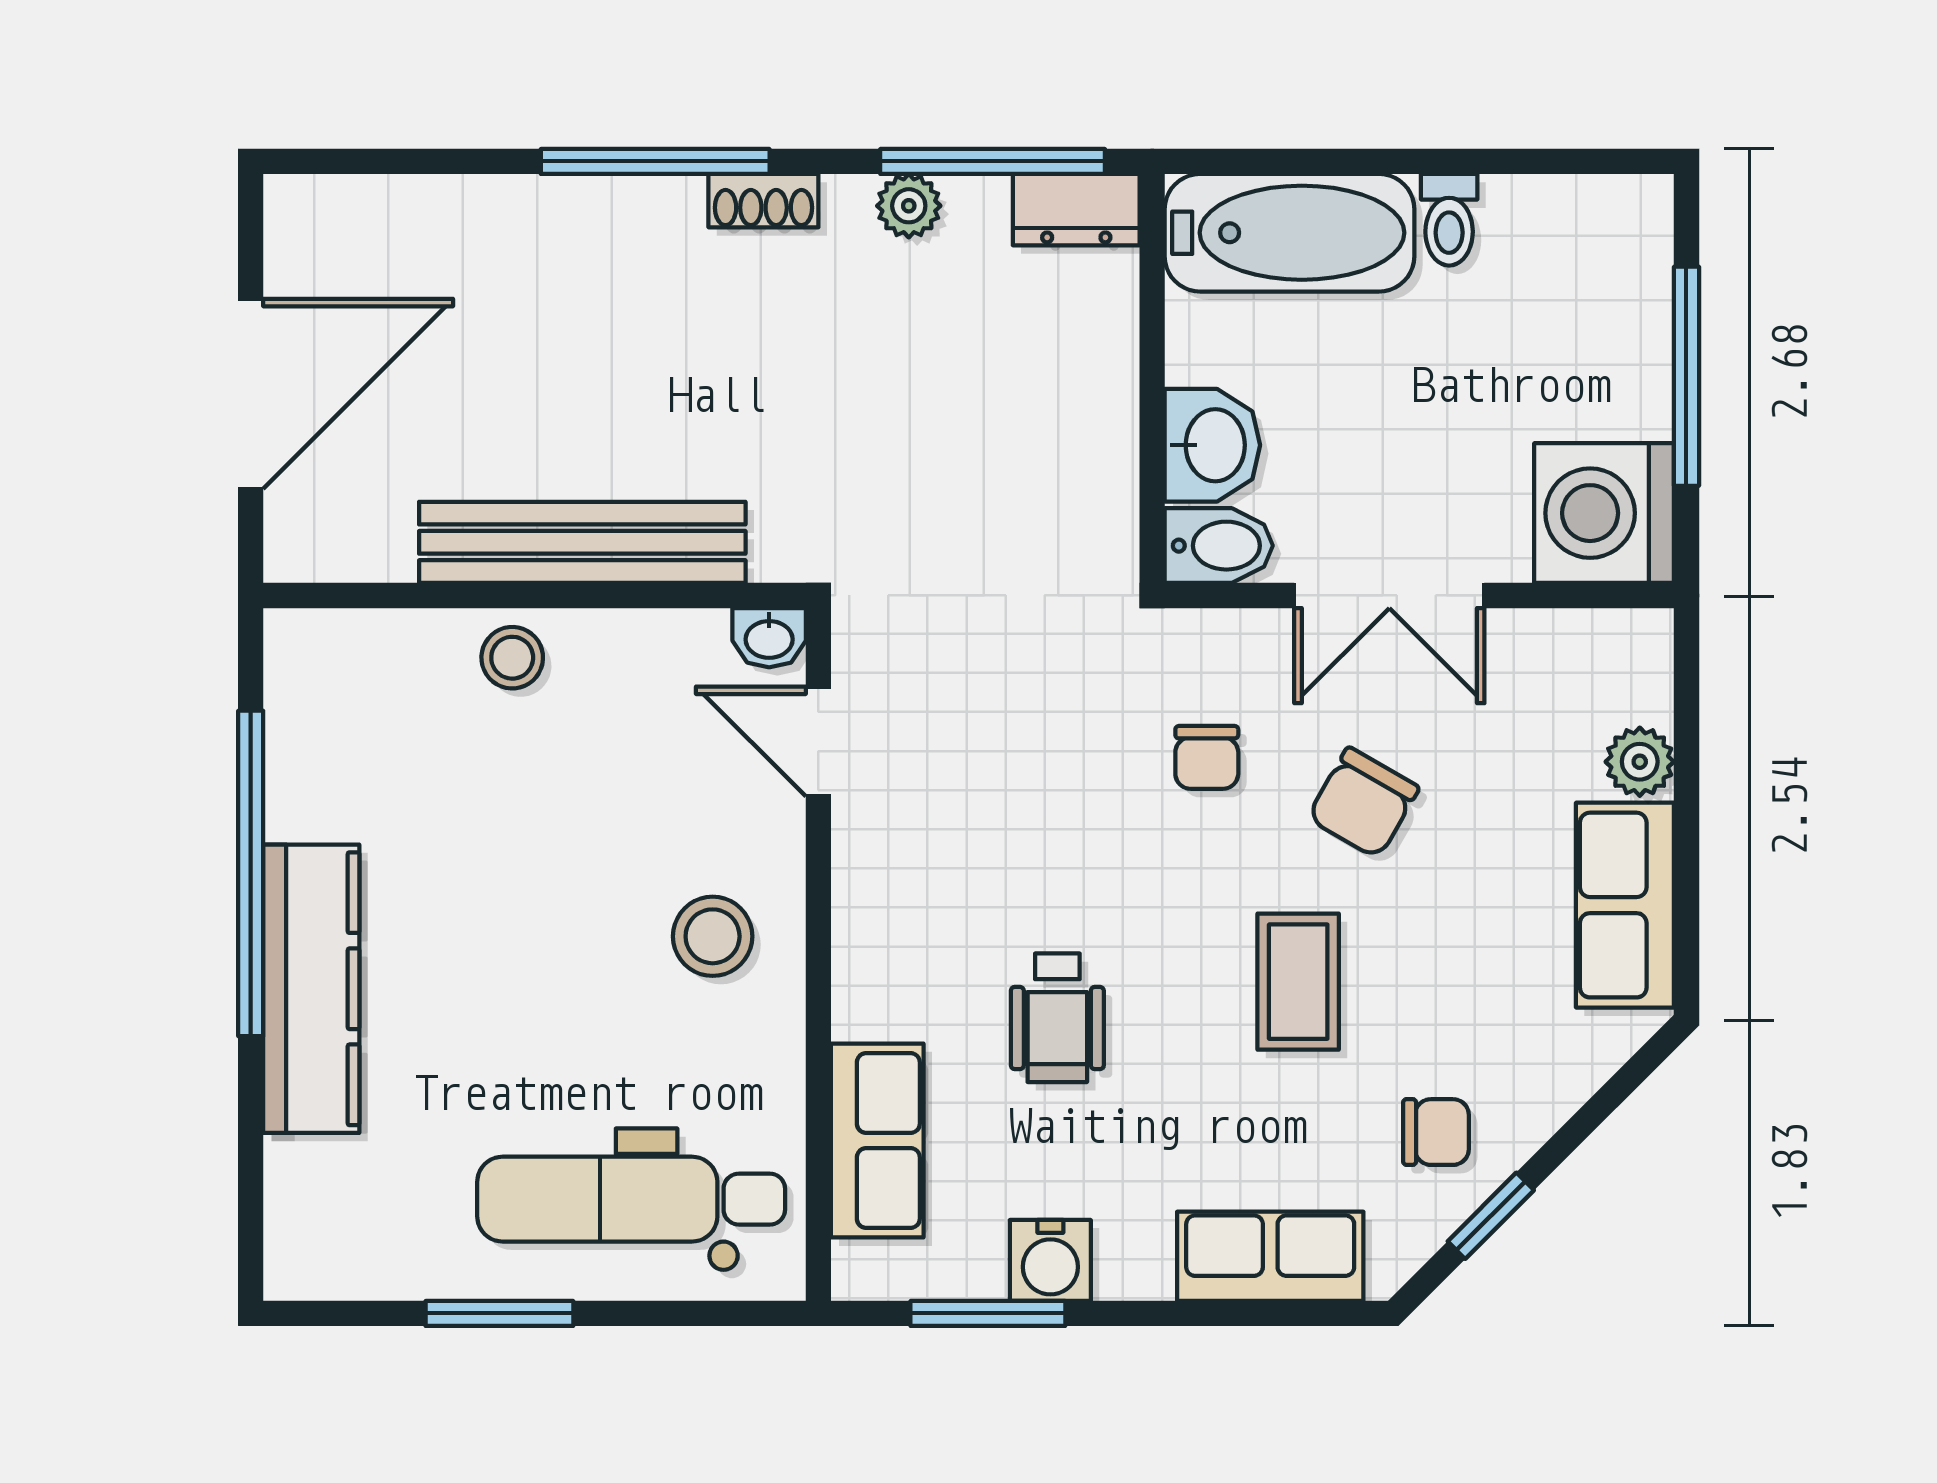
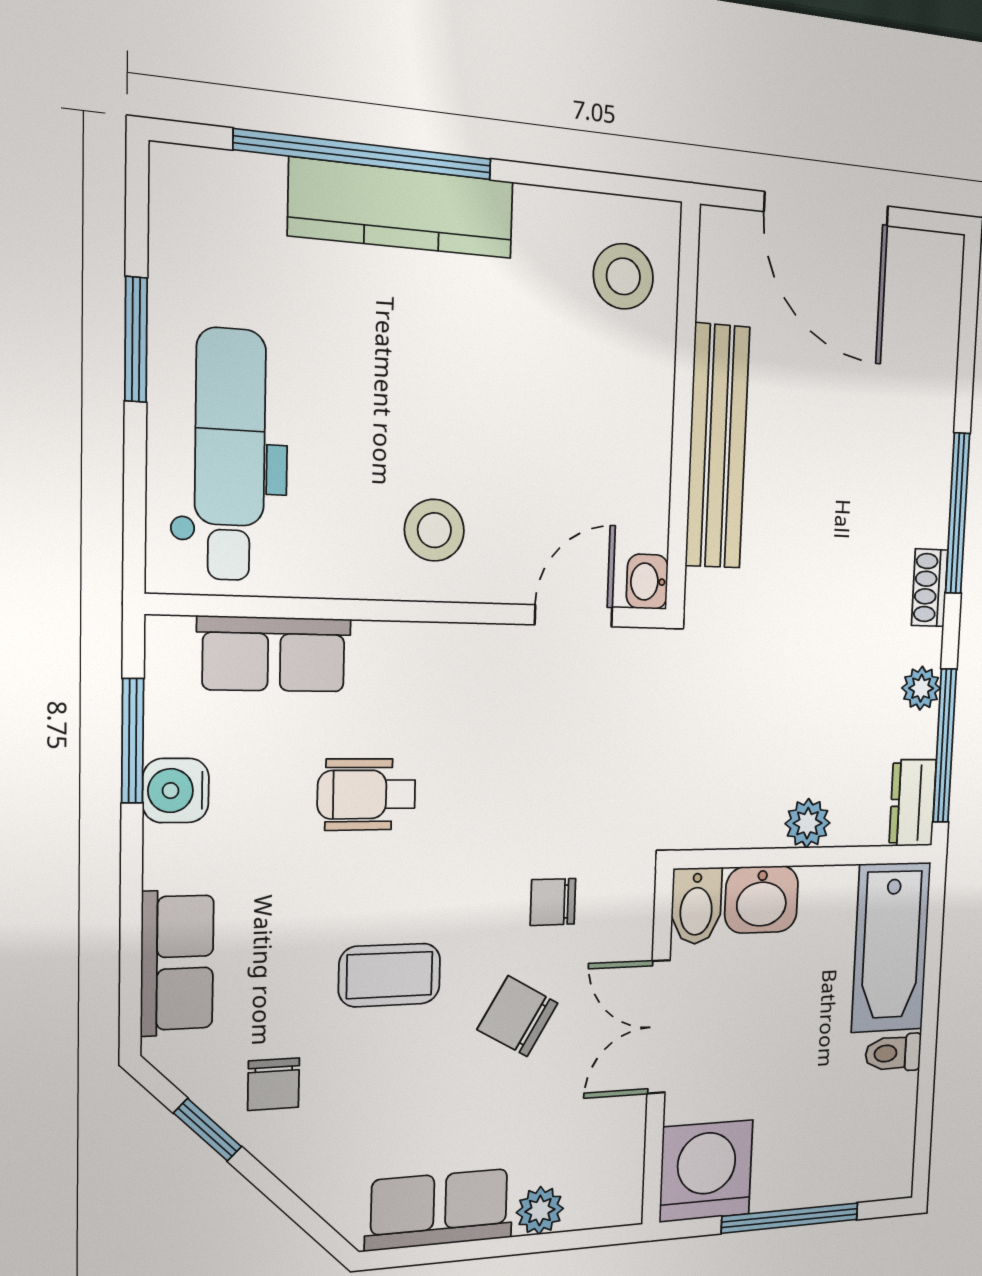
plant: (1104, 378) -> (808, 823), added
stool: (512, 658) -> (623, 276), moved, width x1.37, depth x1.37
window: (251, 873) -> (365, 155), moved

